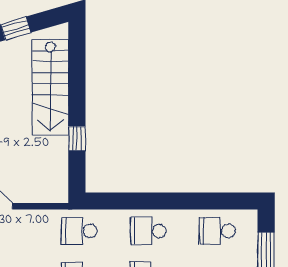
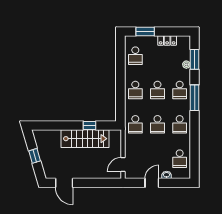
stairs: (50, 87) -> (85, 139), moved

